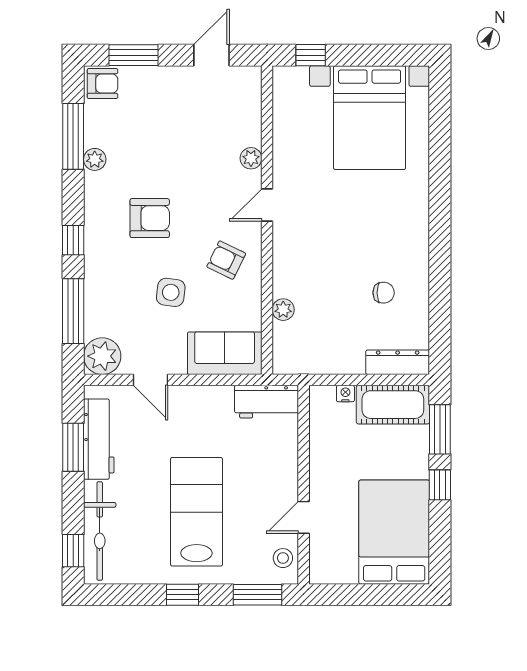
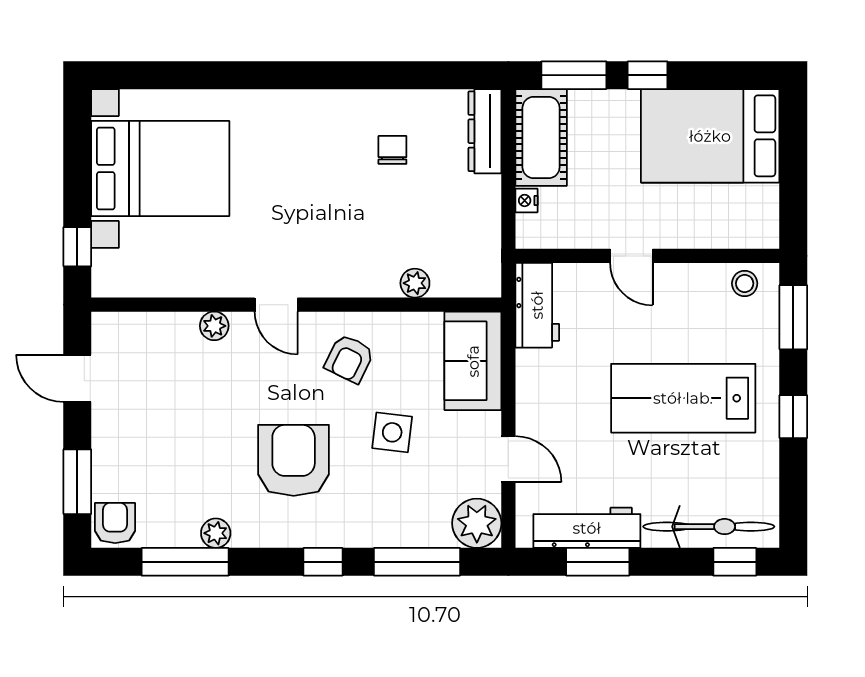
armchair: (150, 218) -> (294, 460), width x1.36, depth x1.36
door: (150, 380) -> (508, 459), hinge flipped
door: (304, 517) -> (631, 256), moved

